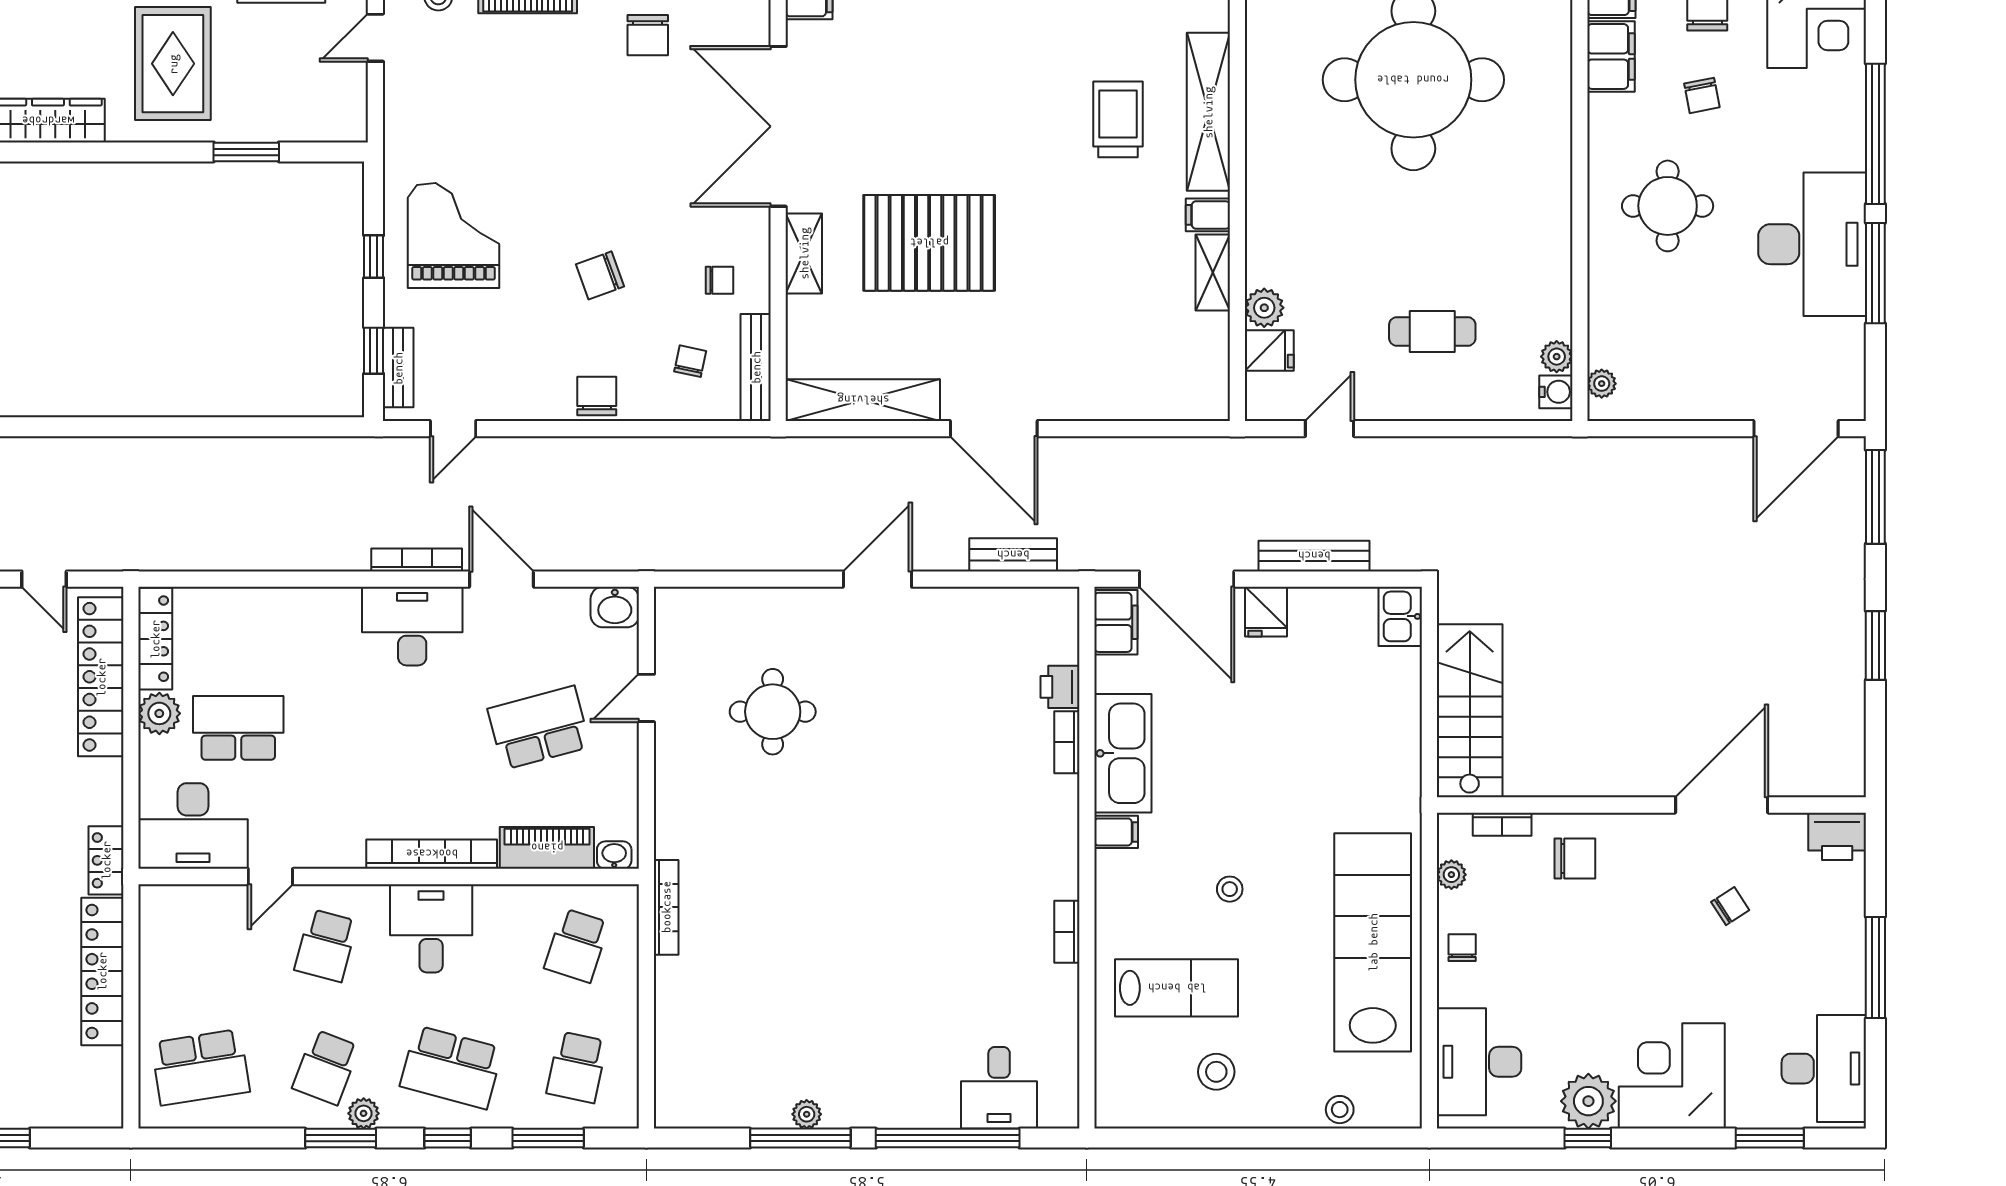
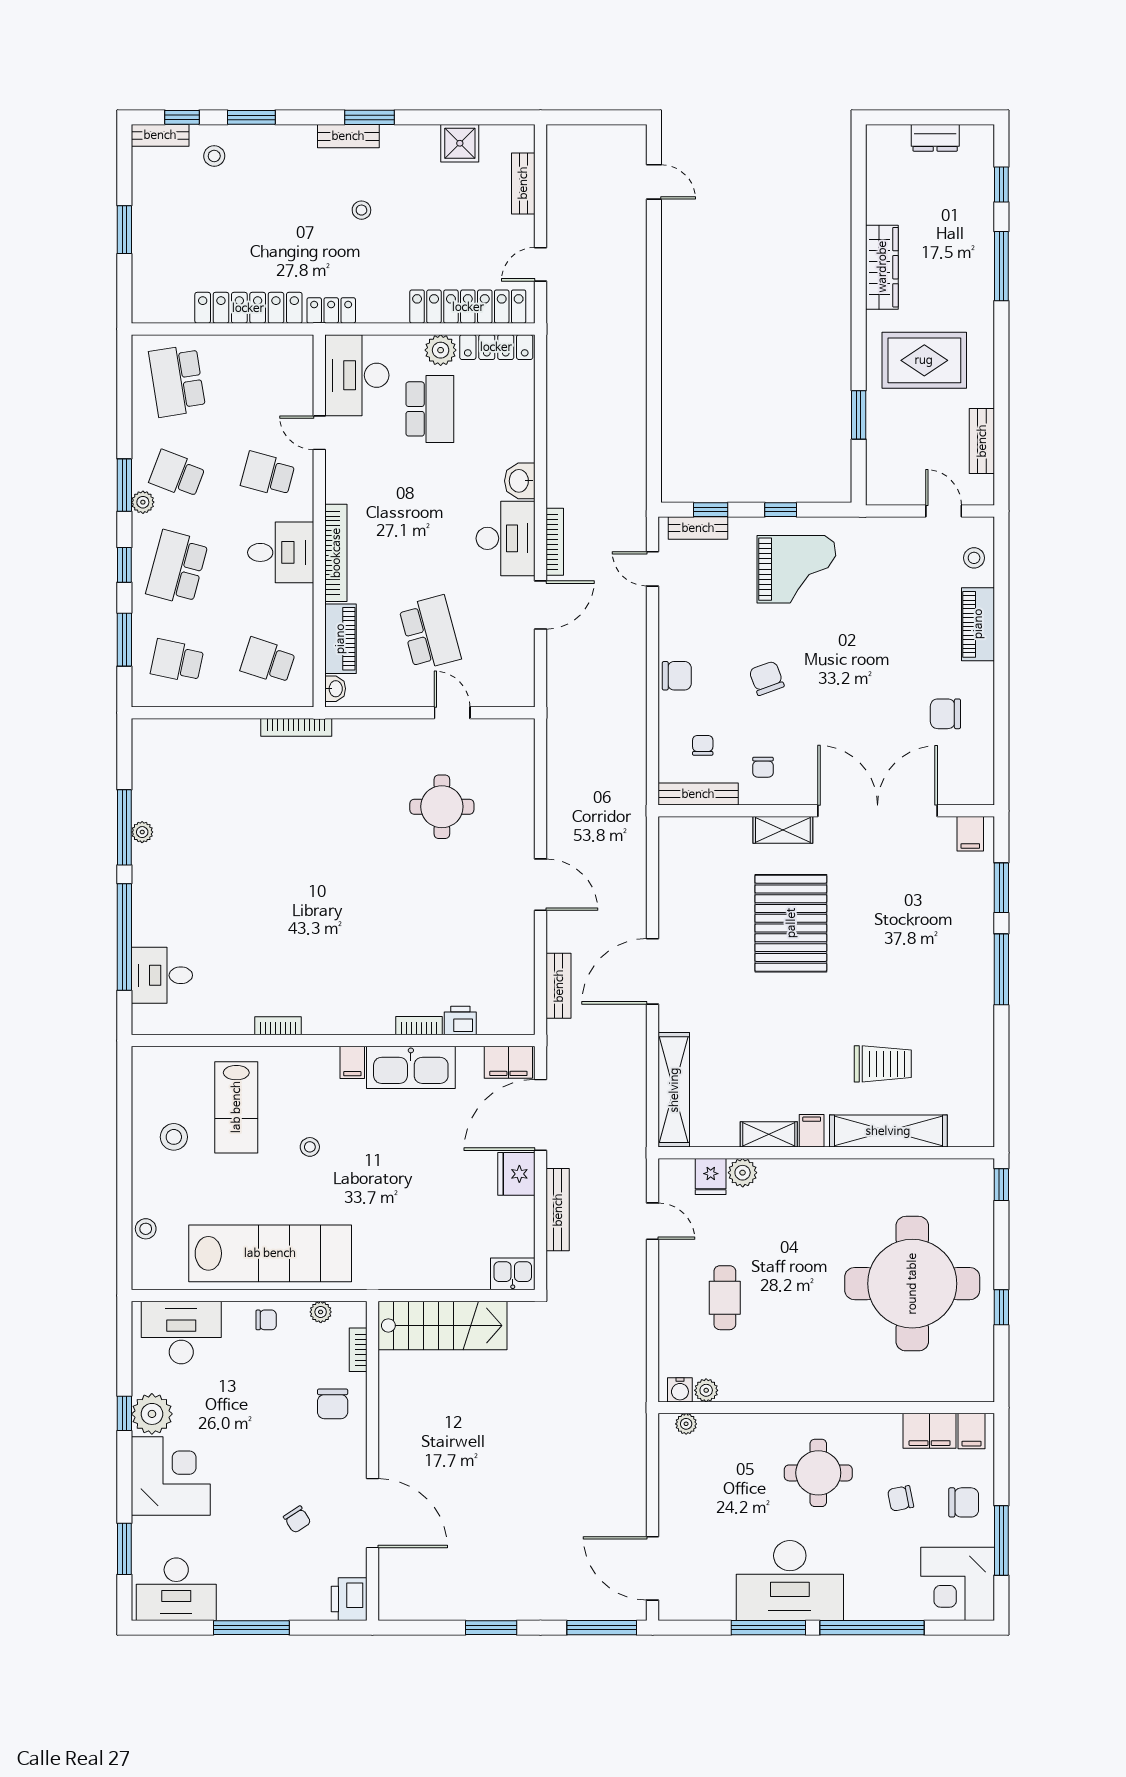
chair: (690, 361) -> (703, 745), turned -102
shelving: (863, 400) -> (674, 1090), moved
washbasin: (615, 607) -> (520, 481), moved
fridge: (1266, 612) -> (516, 1174), width x1.38

